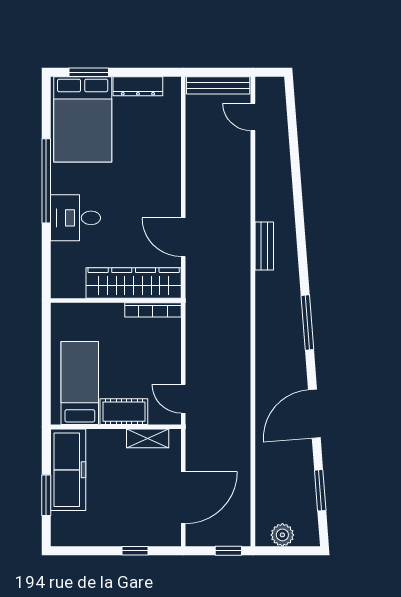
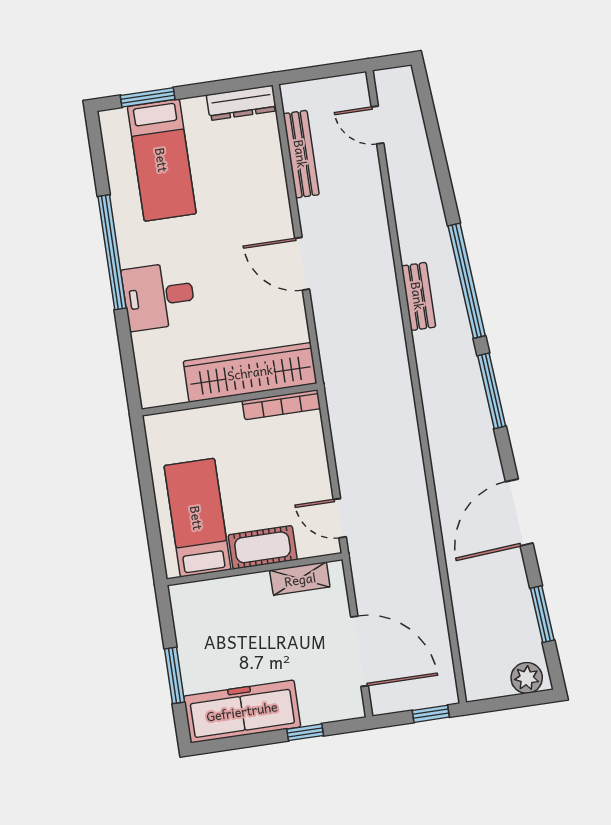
bench: (218, 85) -> (301, 154), moved, turned 90
dresser: (138, 86) -> (242, 103), moved
bed: (83, 119) -> (162, 160), width x0.67
door: (183, 237) -> (302, 264), moved
window: (301, 240) -> (467, 281), added
freezer: (68, 470) -> (242, 711), moved, turned -90
door: (183, 498) -> (359, 651), hinge flipped
plant: (282, 535) -> (527, 678), moved

